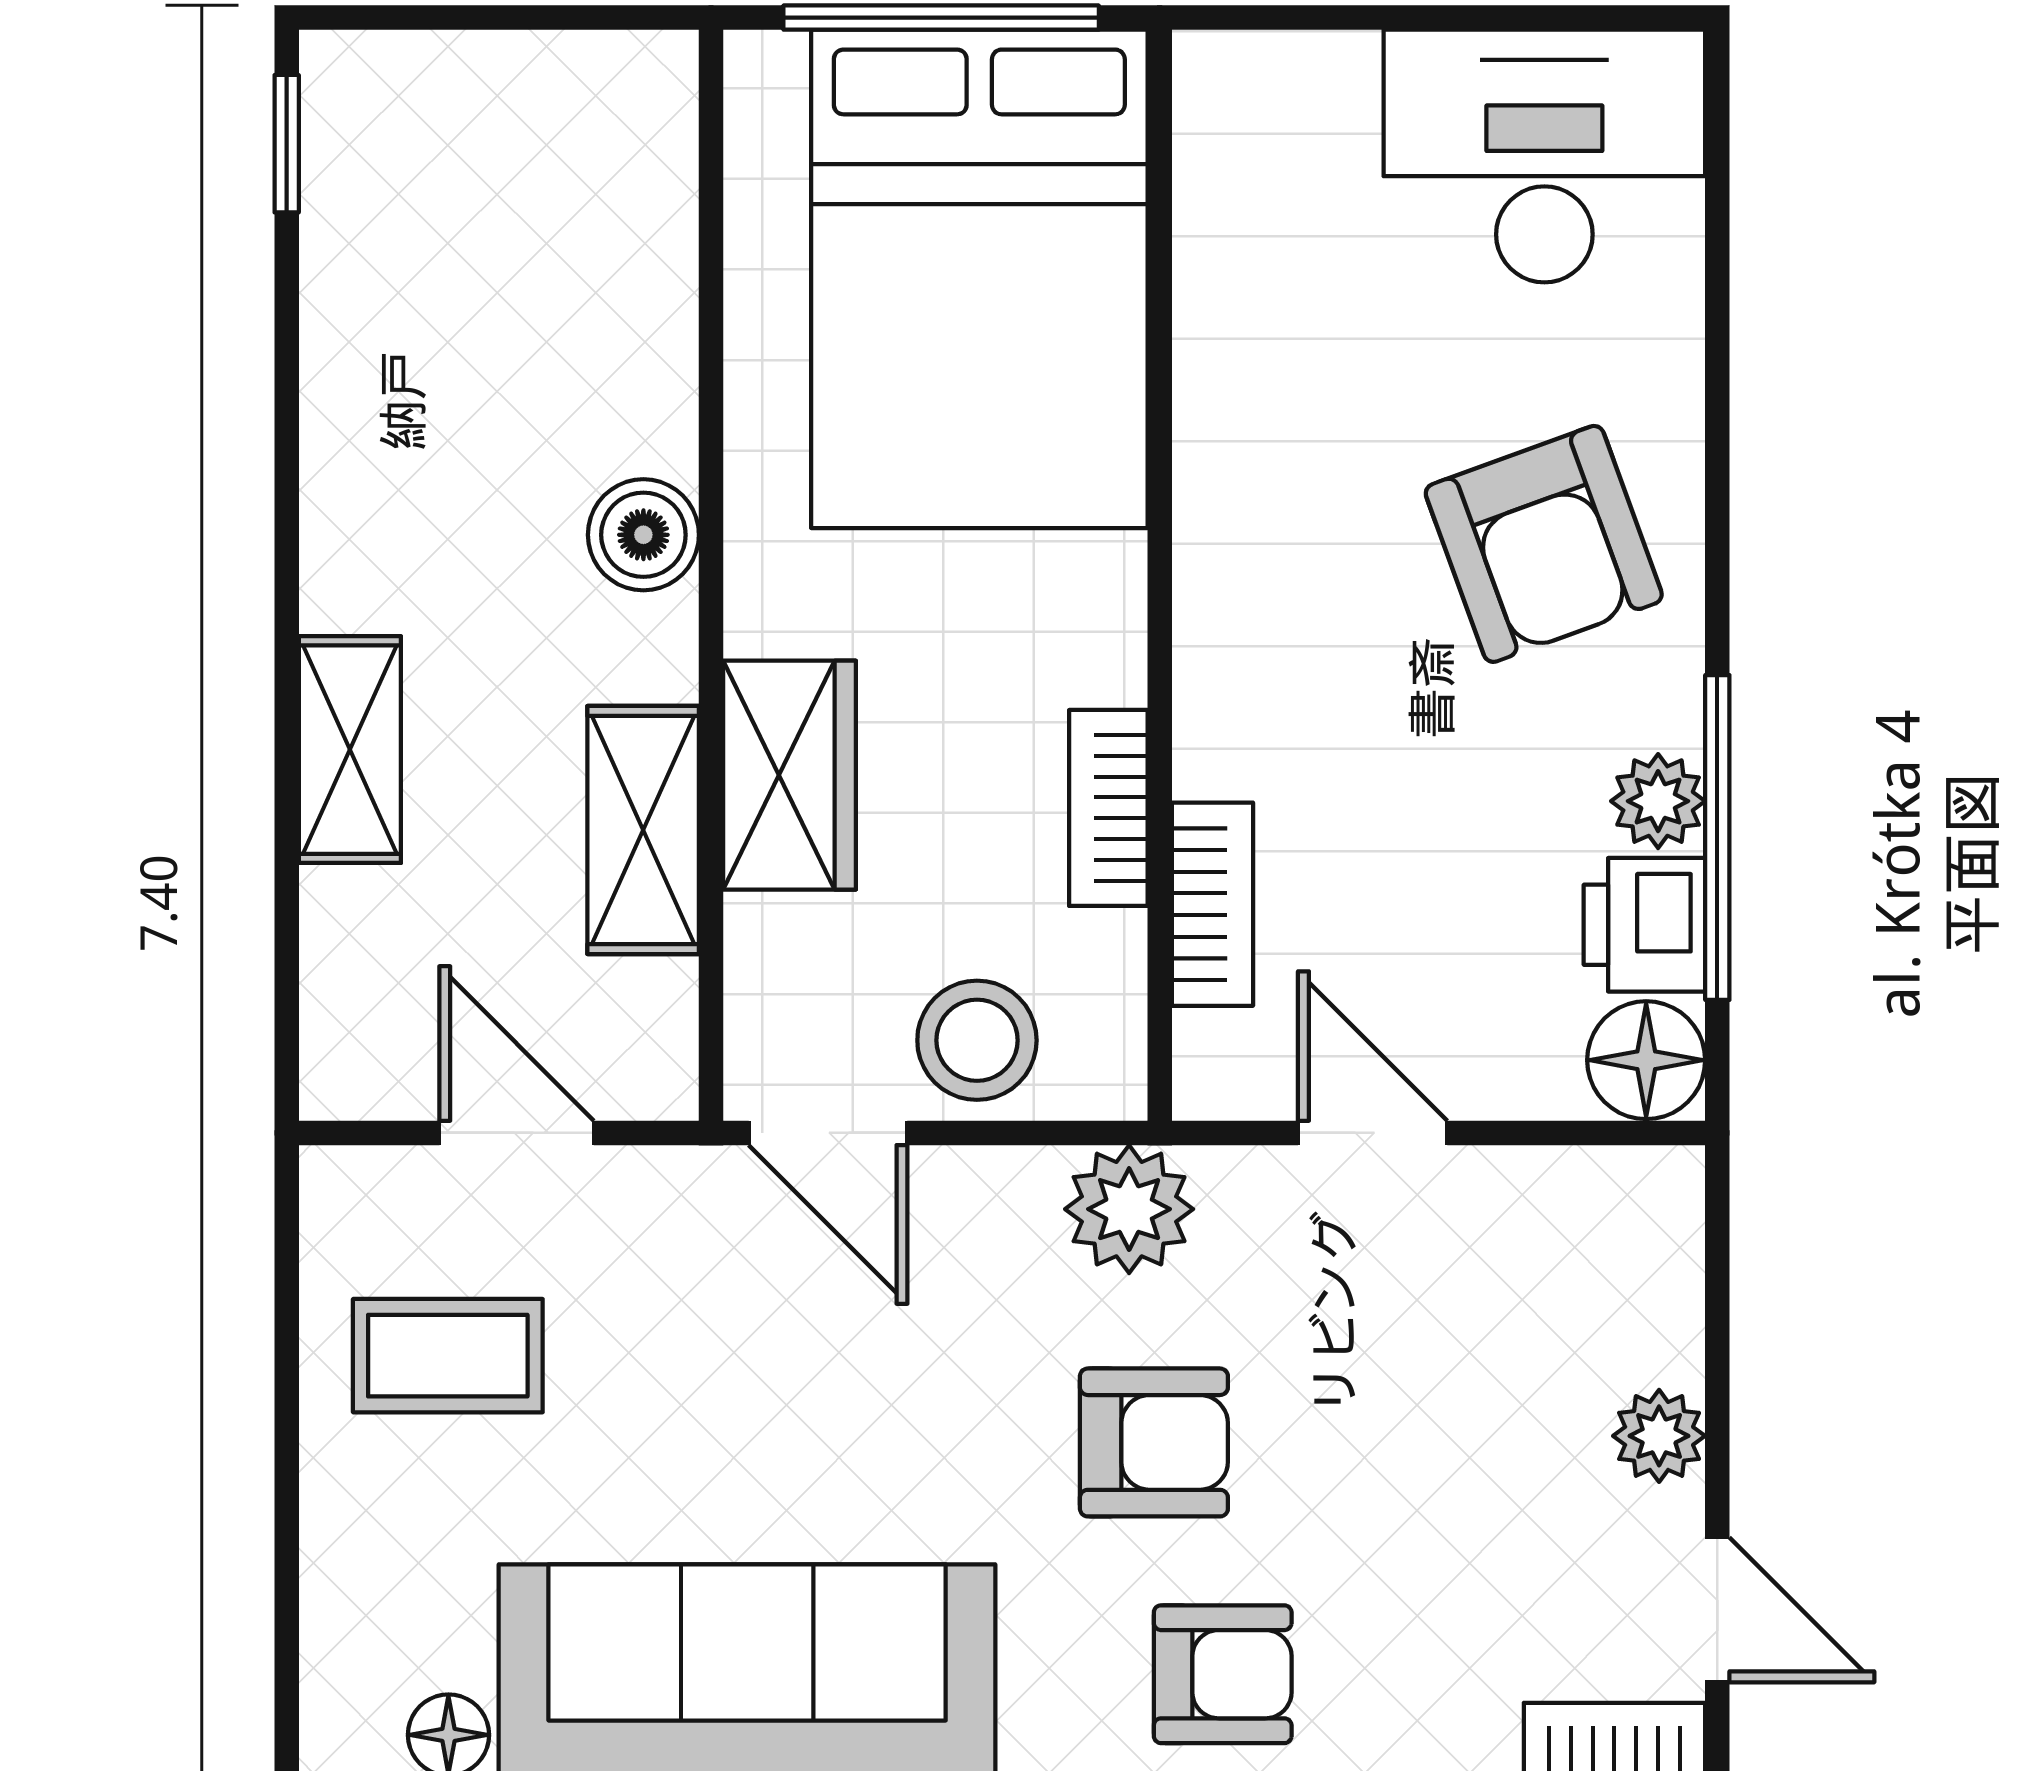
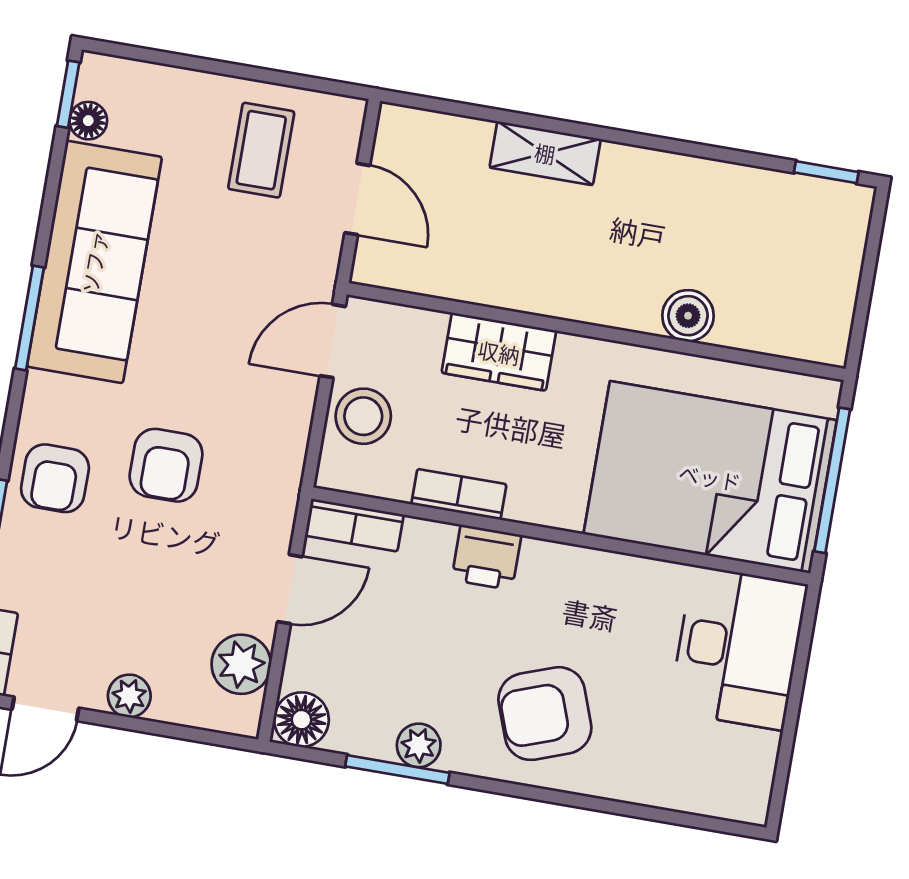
desk: (1544, 156) -> (738, 648), moved
boiler: (643, 535) -> (688, 316), moved
shelving: (643, 830) -> (485, 281), removed
window: (1717, 837) -> (397, 770), width x0.69
bookcase: (1212, 904) -> (354, 525), moved
printer: (1644, 925) -> (486, 557), moved, turned 180
door: (517, 1133) -> (357, 199), hinge flipped
plant: (1129, 1209) -> (241, 664), moved

